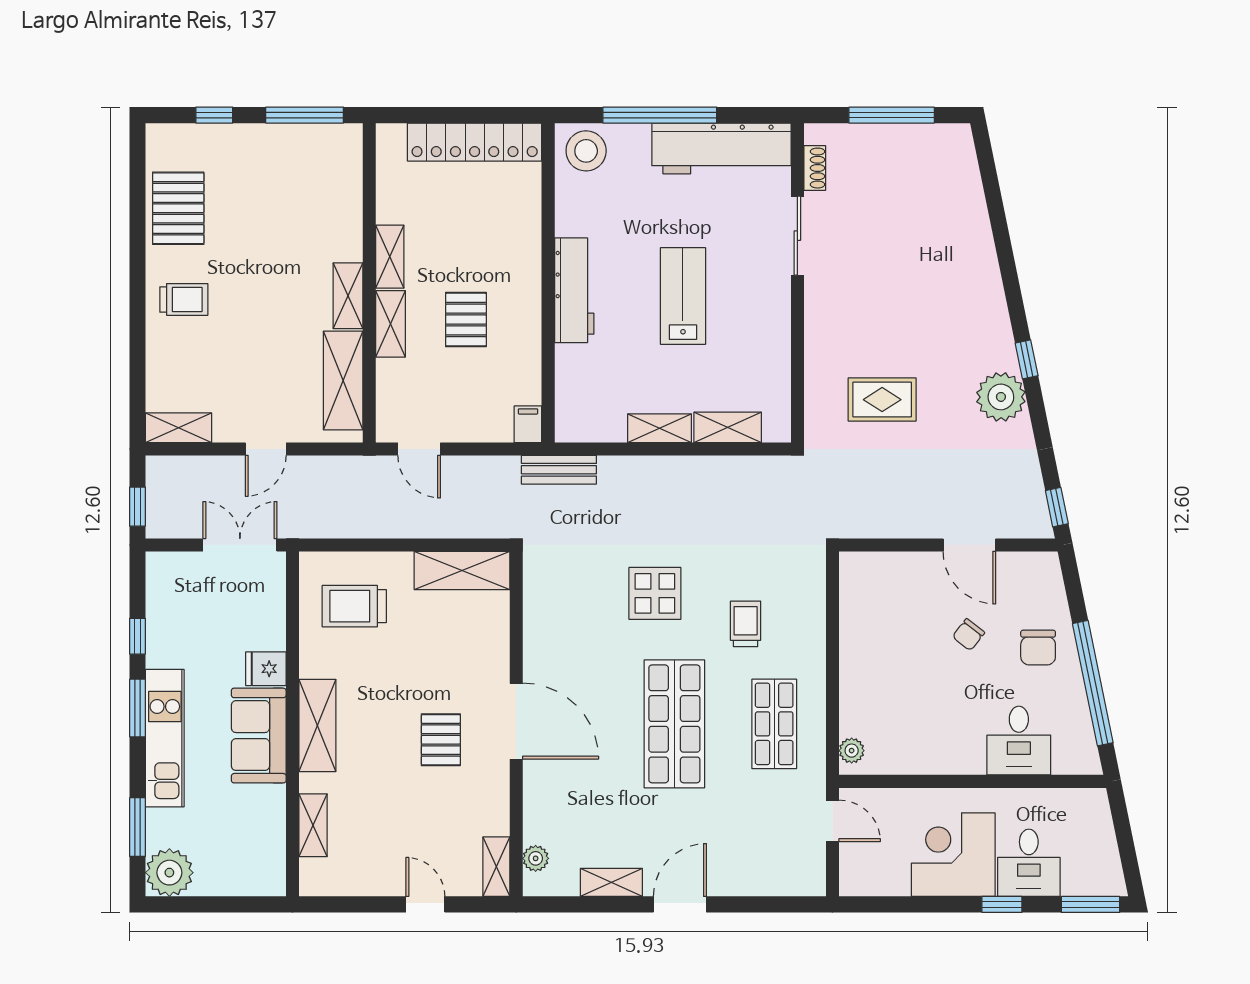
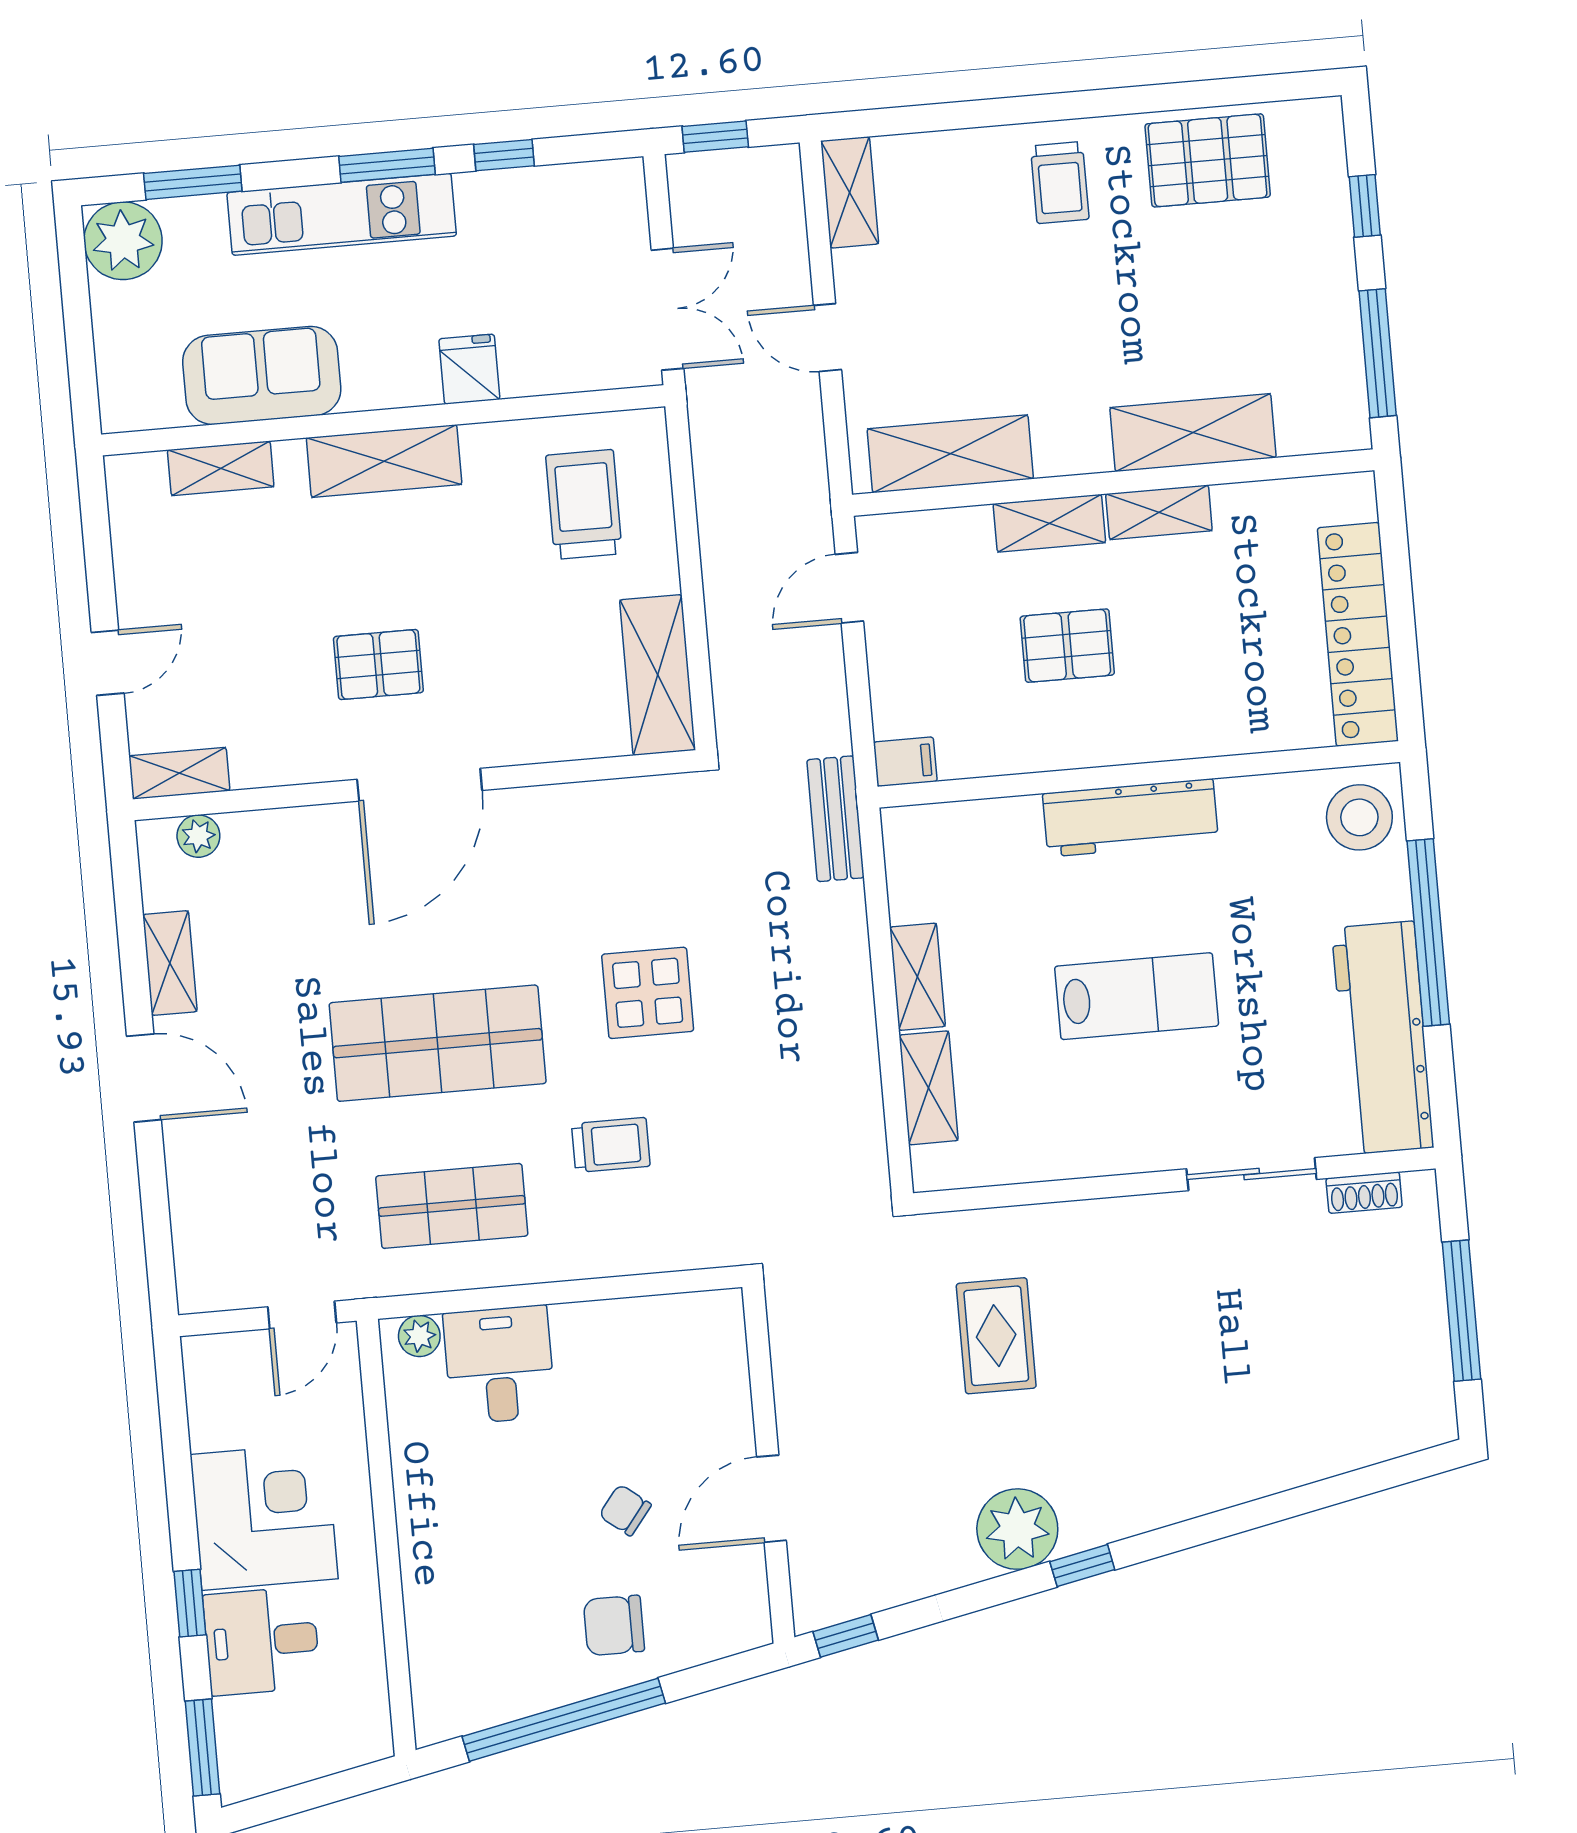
shelving: (348, 296) -> (1193, 433), moved, width x1.50, depth x1.33
sofa: (259, 736) -> (262, 375), moved
desk: (1019, 741) -> (499, 1365), moved, turned 90

